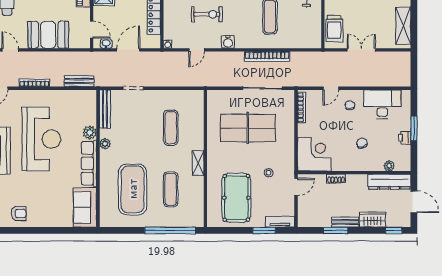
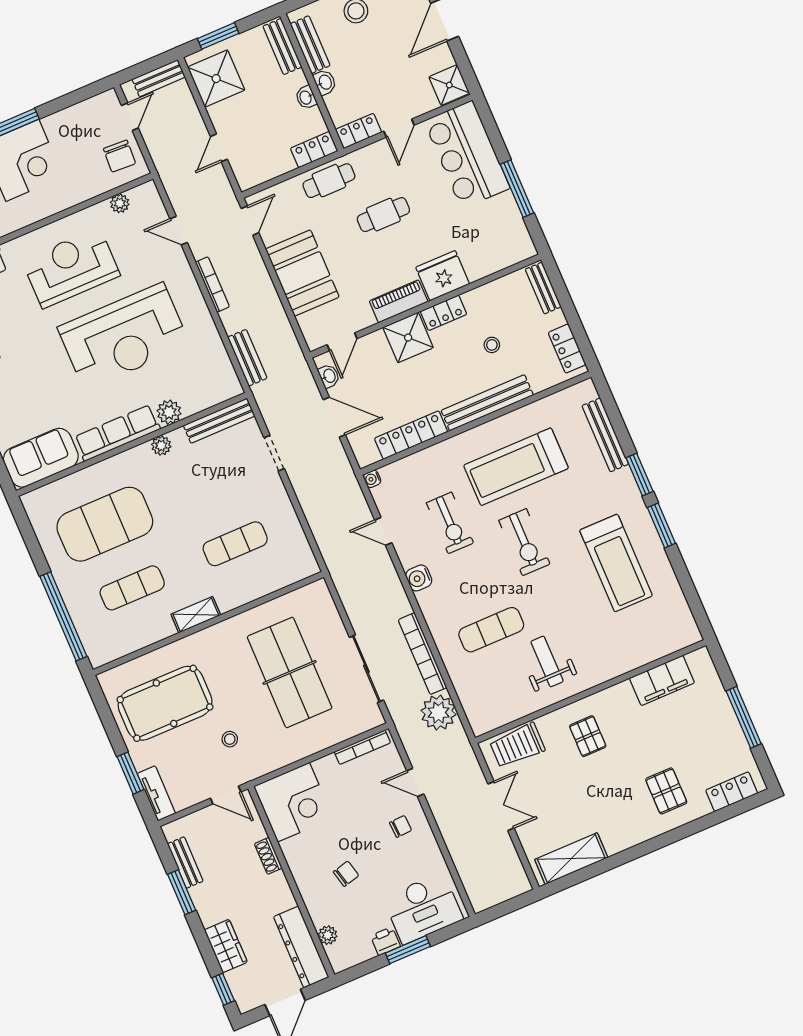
plant: (300, 61) -> (439, 713), added
desk: (382, 104) -> (423, 908), moved, turned 90
bench: (345, 222) -> (185, 862), moved

